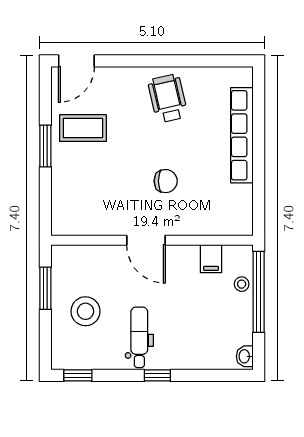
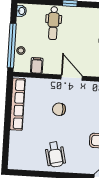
row of seats: (242, 135) -> (18, 104), moved
dental chair: (139, 337) -> (53, 23), moved

